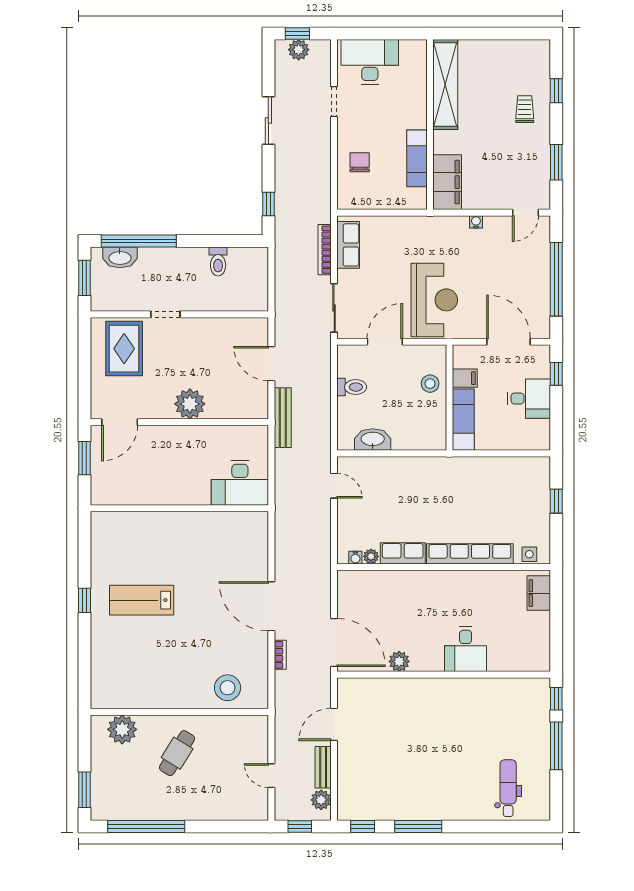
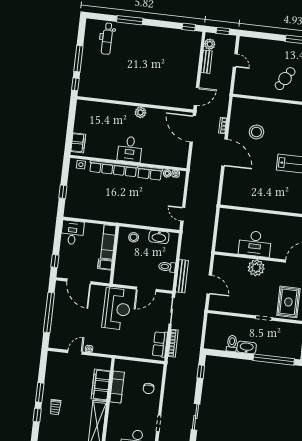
window: (556, 162) -> (40, 392), moved
filing cabinet: (447, 182) -> (101, 385), moved
door: (525, 213) -> (75, 352), moved
washbasin: (120, 257) -> (247, 347), moved
reception desk: (434, 300) -> (117, 309), turned 180
stool: (430, 384) -> (134, 237), moved
desk: (529, 399) -> (72, 233), moved, turned 90
bench: (283, 418) -> (182, 276), moved
desk: (240, 483) -> (255, 244), moved, turned 180
desk: (466, 649) -> (130, 149), moved, turned 180
plant: (399, 661) -> (140, 112), moved
stool: (228, 688) -> (256, 132), moved
door: (334, 724) -> (196, 96), moved
window: (418, 826) -> (130, 20), moved

